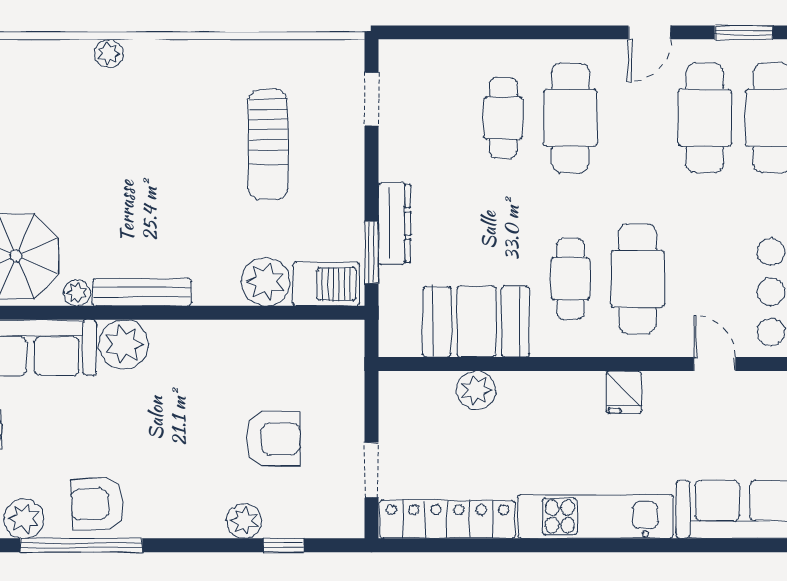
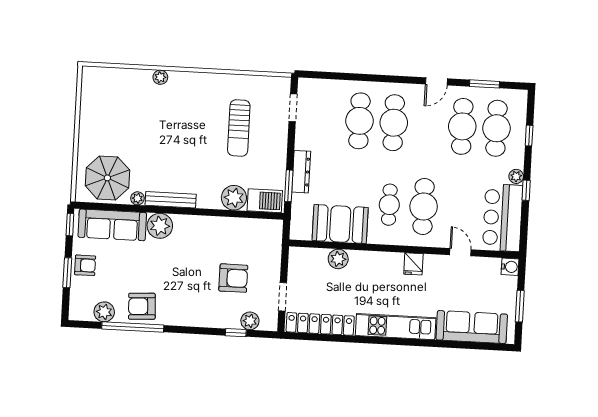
cafe table: (503, 118) -> (359, 121), width x1.37, depth x1.35
plant: (244, 521) -> (250, 321), moved

